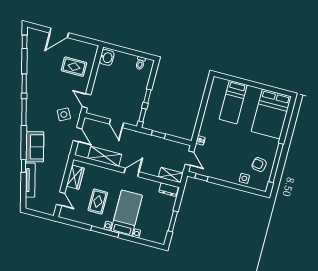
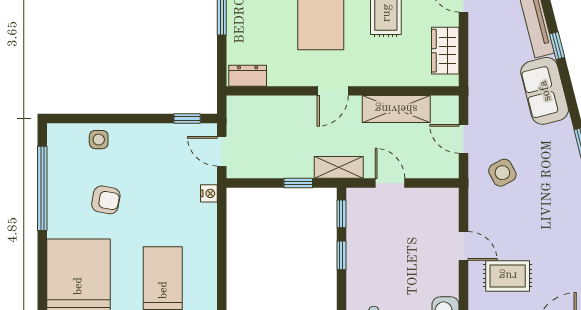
door: (87, 101) -> (463, 246), moved
armchair: (259, 165) -> (106, 200), moved
shelving: (171, 175) -> (339, 167), moved

